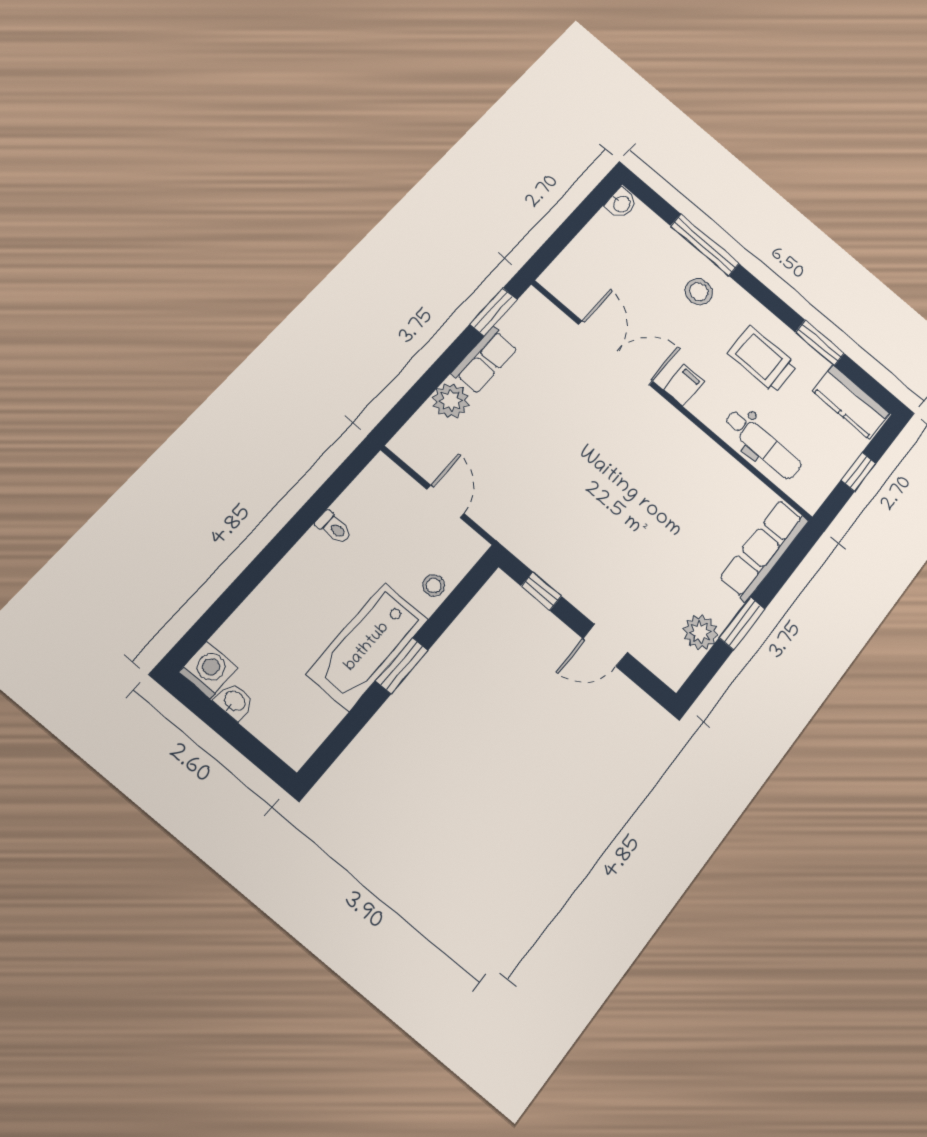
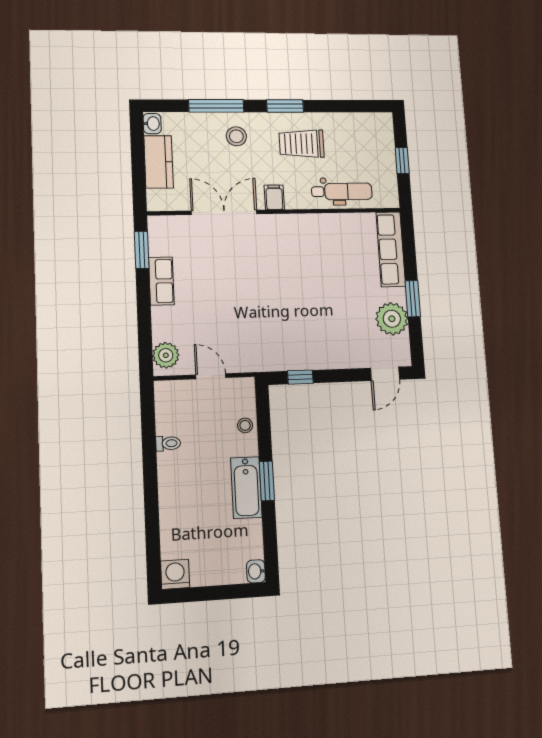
window: (820, 343) -> (285, 106), moved
plant: (451, 401) -> (166, 355), moved
kitchen counter: (851, 402) -> (159, 162), moved, turned -90
plant: (700, 632) -> (392, 319), width x1.36, depth x1.36
door: (605, 645) -> (385, 374), moved
bathtub: (367, 647) -> (246, 488), width x0.73, depth x0.73
washbasin: (234, 701) -> (256, 571), moved, turned -90

